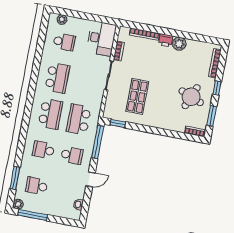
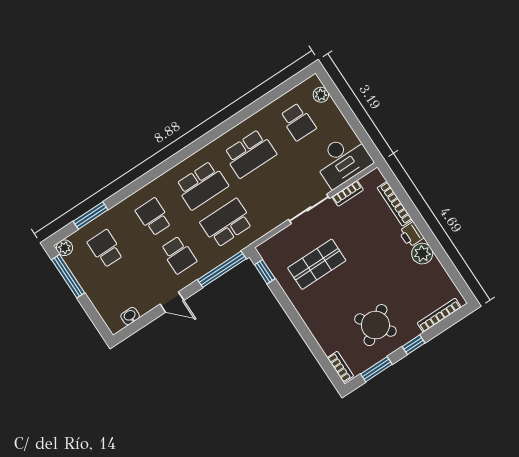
round table: (191, 97) -> (375, 325), turned 33

